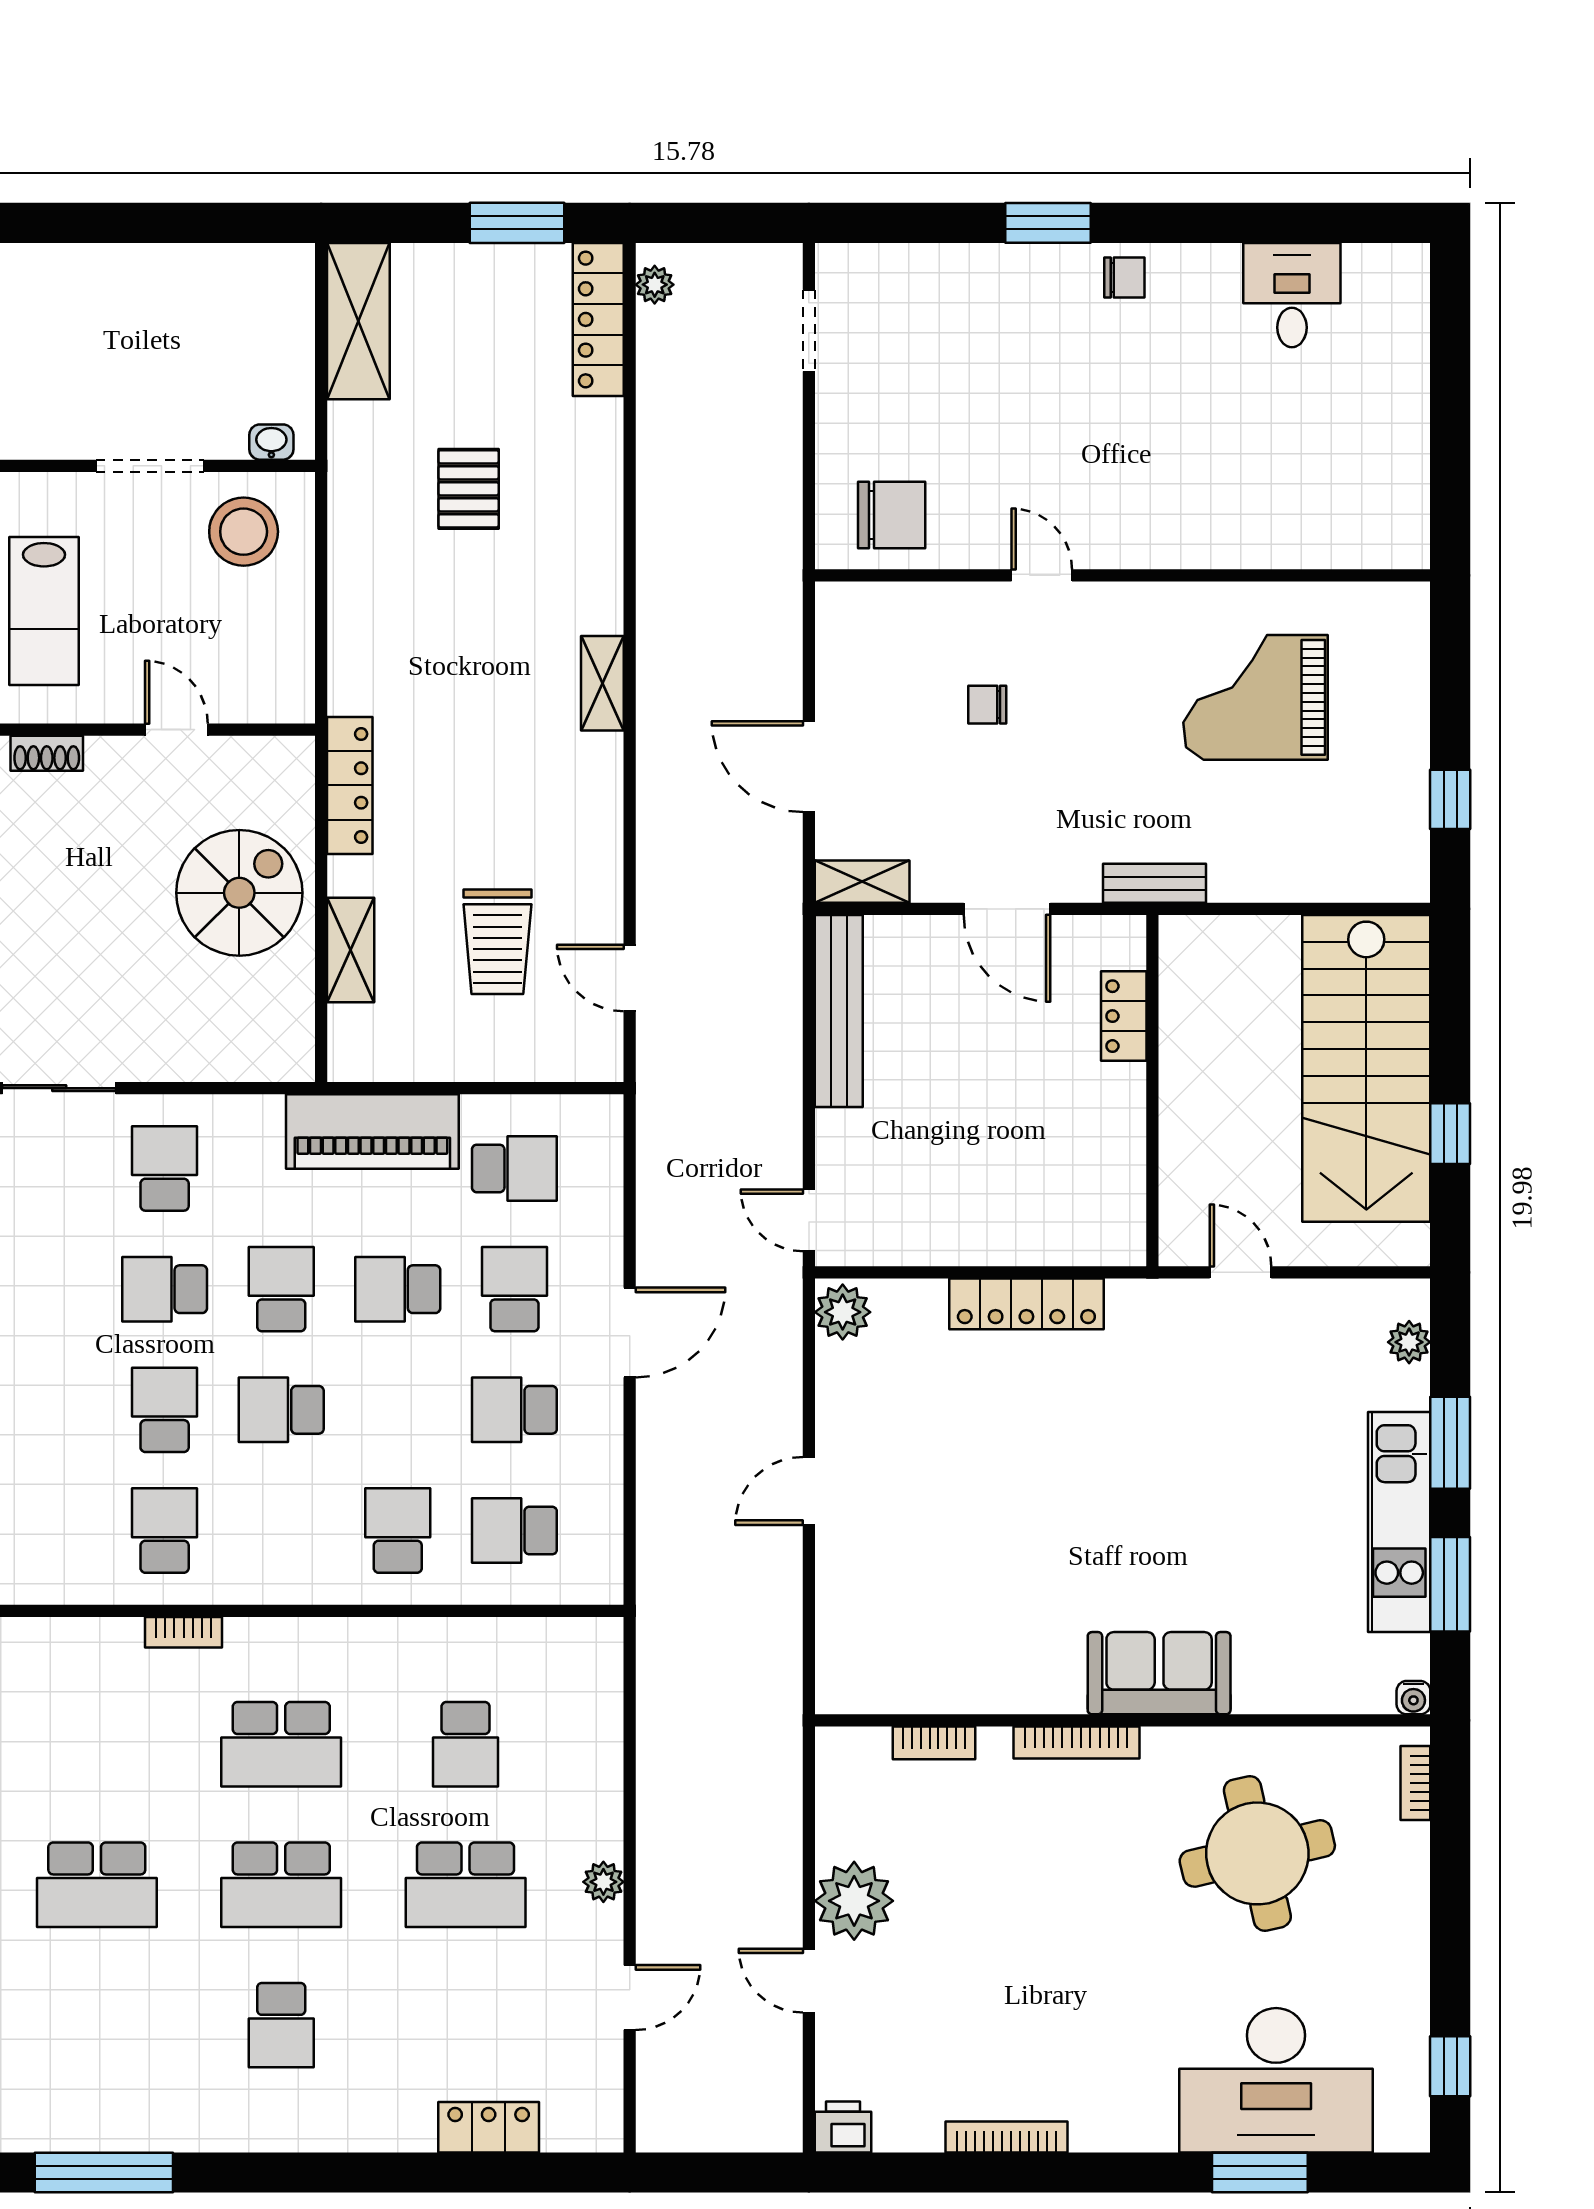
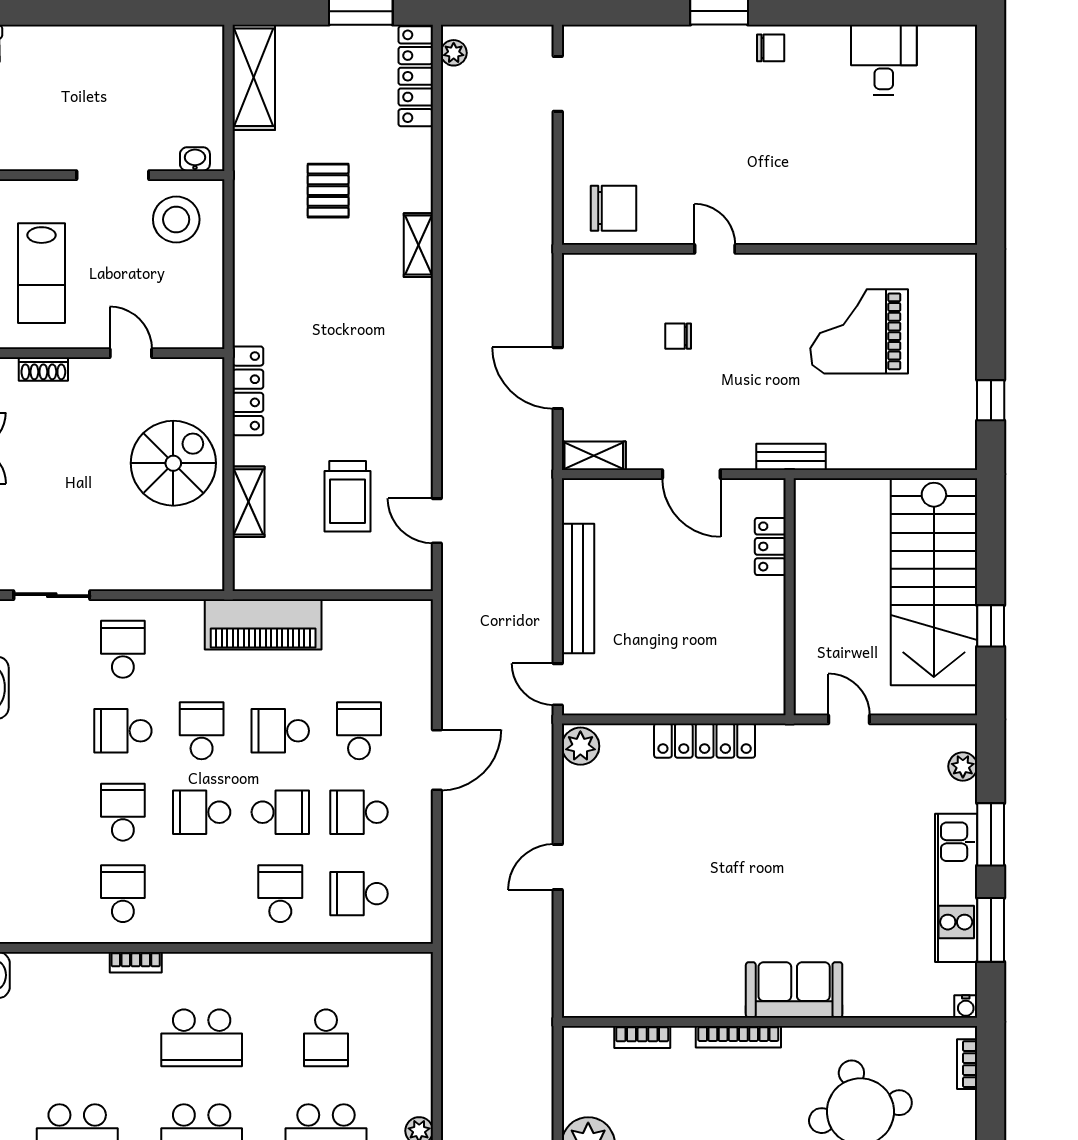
shelving: (602, 683) -> (418, 245), moved
bench: (839, 1011) -> (578, 588), moved
school desk: (514, 1168) -> (280, 812), moved

